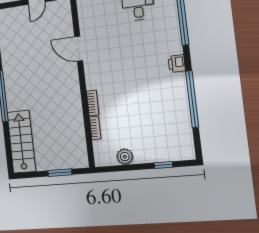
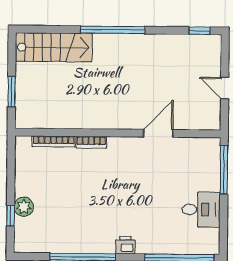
bookcase: (95, 128) -> (54, 141), width x1.56
plant: (125, 157) -> (24, 207), moved

